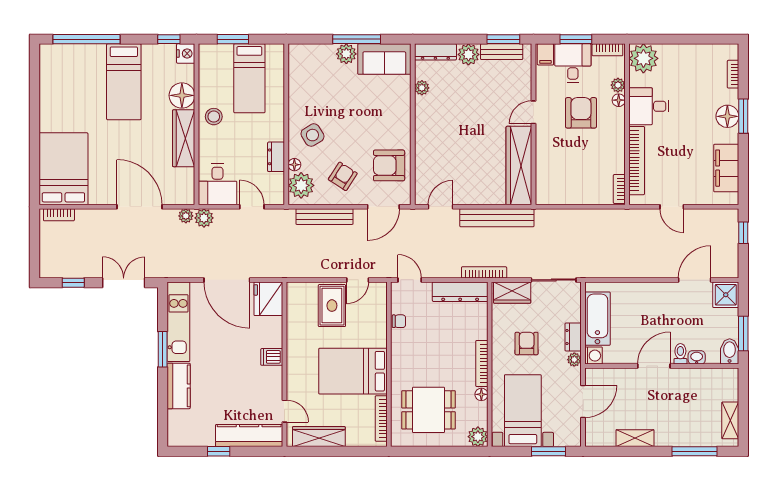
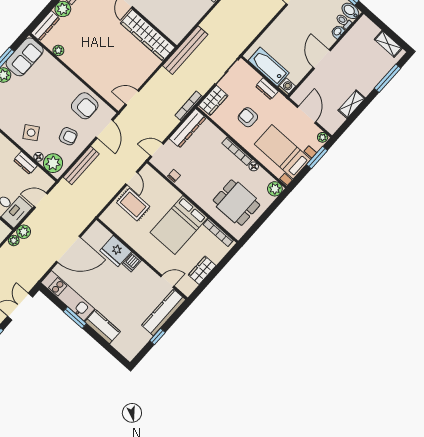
armchair: (389, 165) -> (85, 106), turned -90
armchair: (343, 176) -> (68, 136), turned 129
door: (441, 207) -> (132, 98), hinge flipped
bench: (497, 218) -> (185, 50), moved
fridge: (268, 299) -> (116, 251), moved
toilet: (680, 354) -> (344, 21), moved
plant: (574, 360) -> (323, 137), moved
dining table: (428, 410) -> (236, 203), turned 90
wardrobe: (319, 437) -> (202, 270), width x0.67

